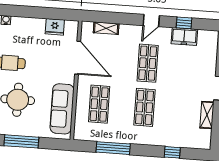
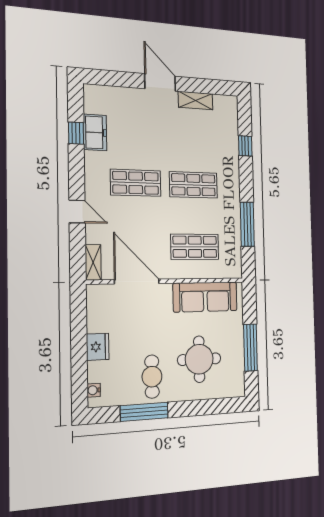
door: (151, 21) -> (77, 212), moved
fridge: (55, 27) -> (98, 347), moved
shelving: (106, 28) -> (93, 262), moved
door: (78, 58) -> (137, 282), hinge flipped

